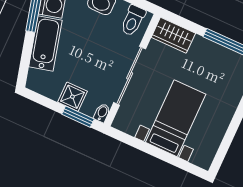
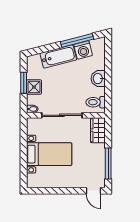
window: (78, 117) -> (24, 83), moved

